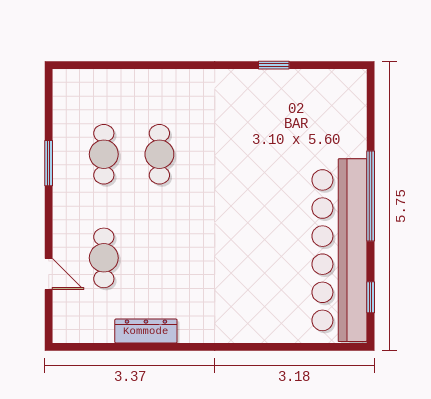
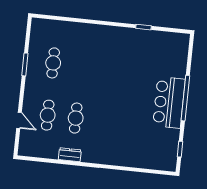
cafe table: (159, 154) -> (76, 118), moved
bar counter: (339, 250) -> (169, 102), width x0.54
dresser: (146, 331) -> (70, 155), width x0.70

